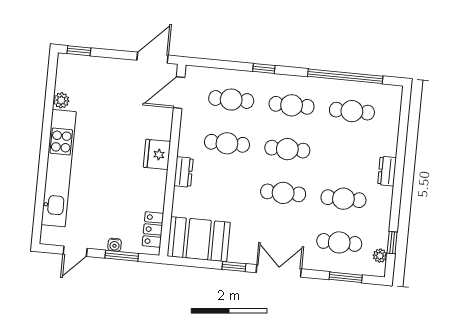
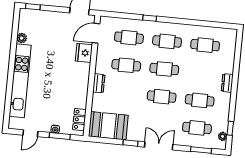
window: (345, 76) -> (201, 23), removed
fridge: (157, 154) -> (84, 53), moved

